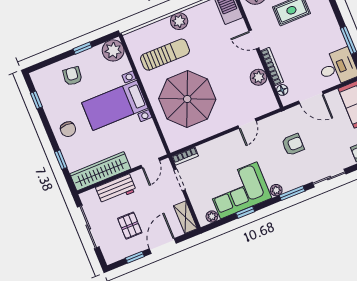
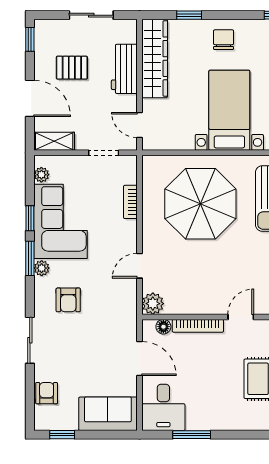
plant: (258, 77) -> (153, 304), moved
door: (311, 97) -> (139, 359), swing flipped
door: (247, 124) -> (139, 266), hinge flipped
chair: (68, 129) -> (224, 40), turned 90
armchair: (293, 145) -> (68, 300), moved
bookcase: (185, 156) -> (130, 202), moved
window: (292, 193) -> (30, 258), moved
sliding door: (88, 227) -> (91, 15), width x0.73
window: (135, 257) -> (30, 39), moved

